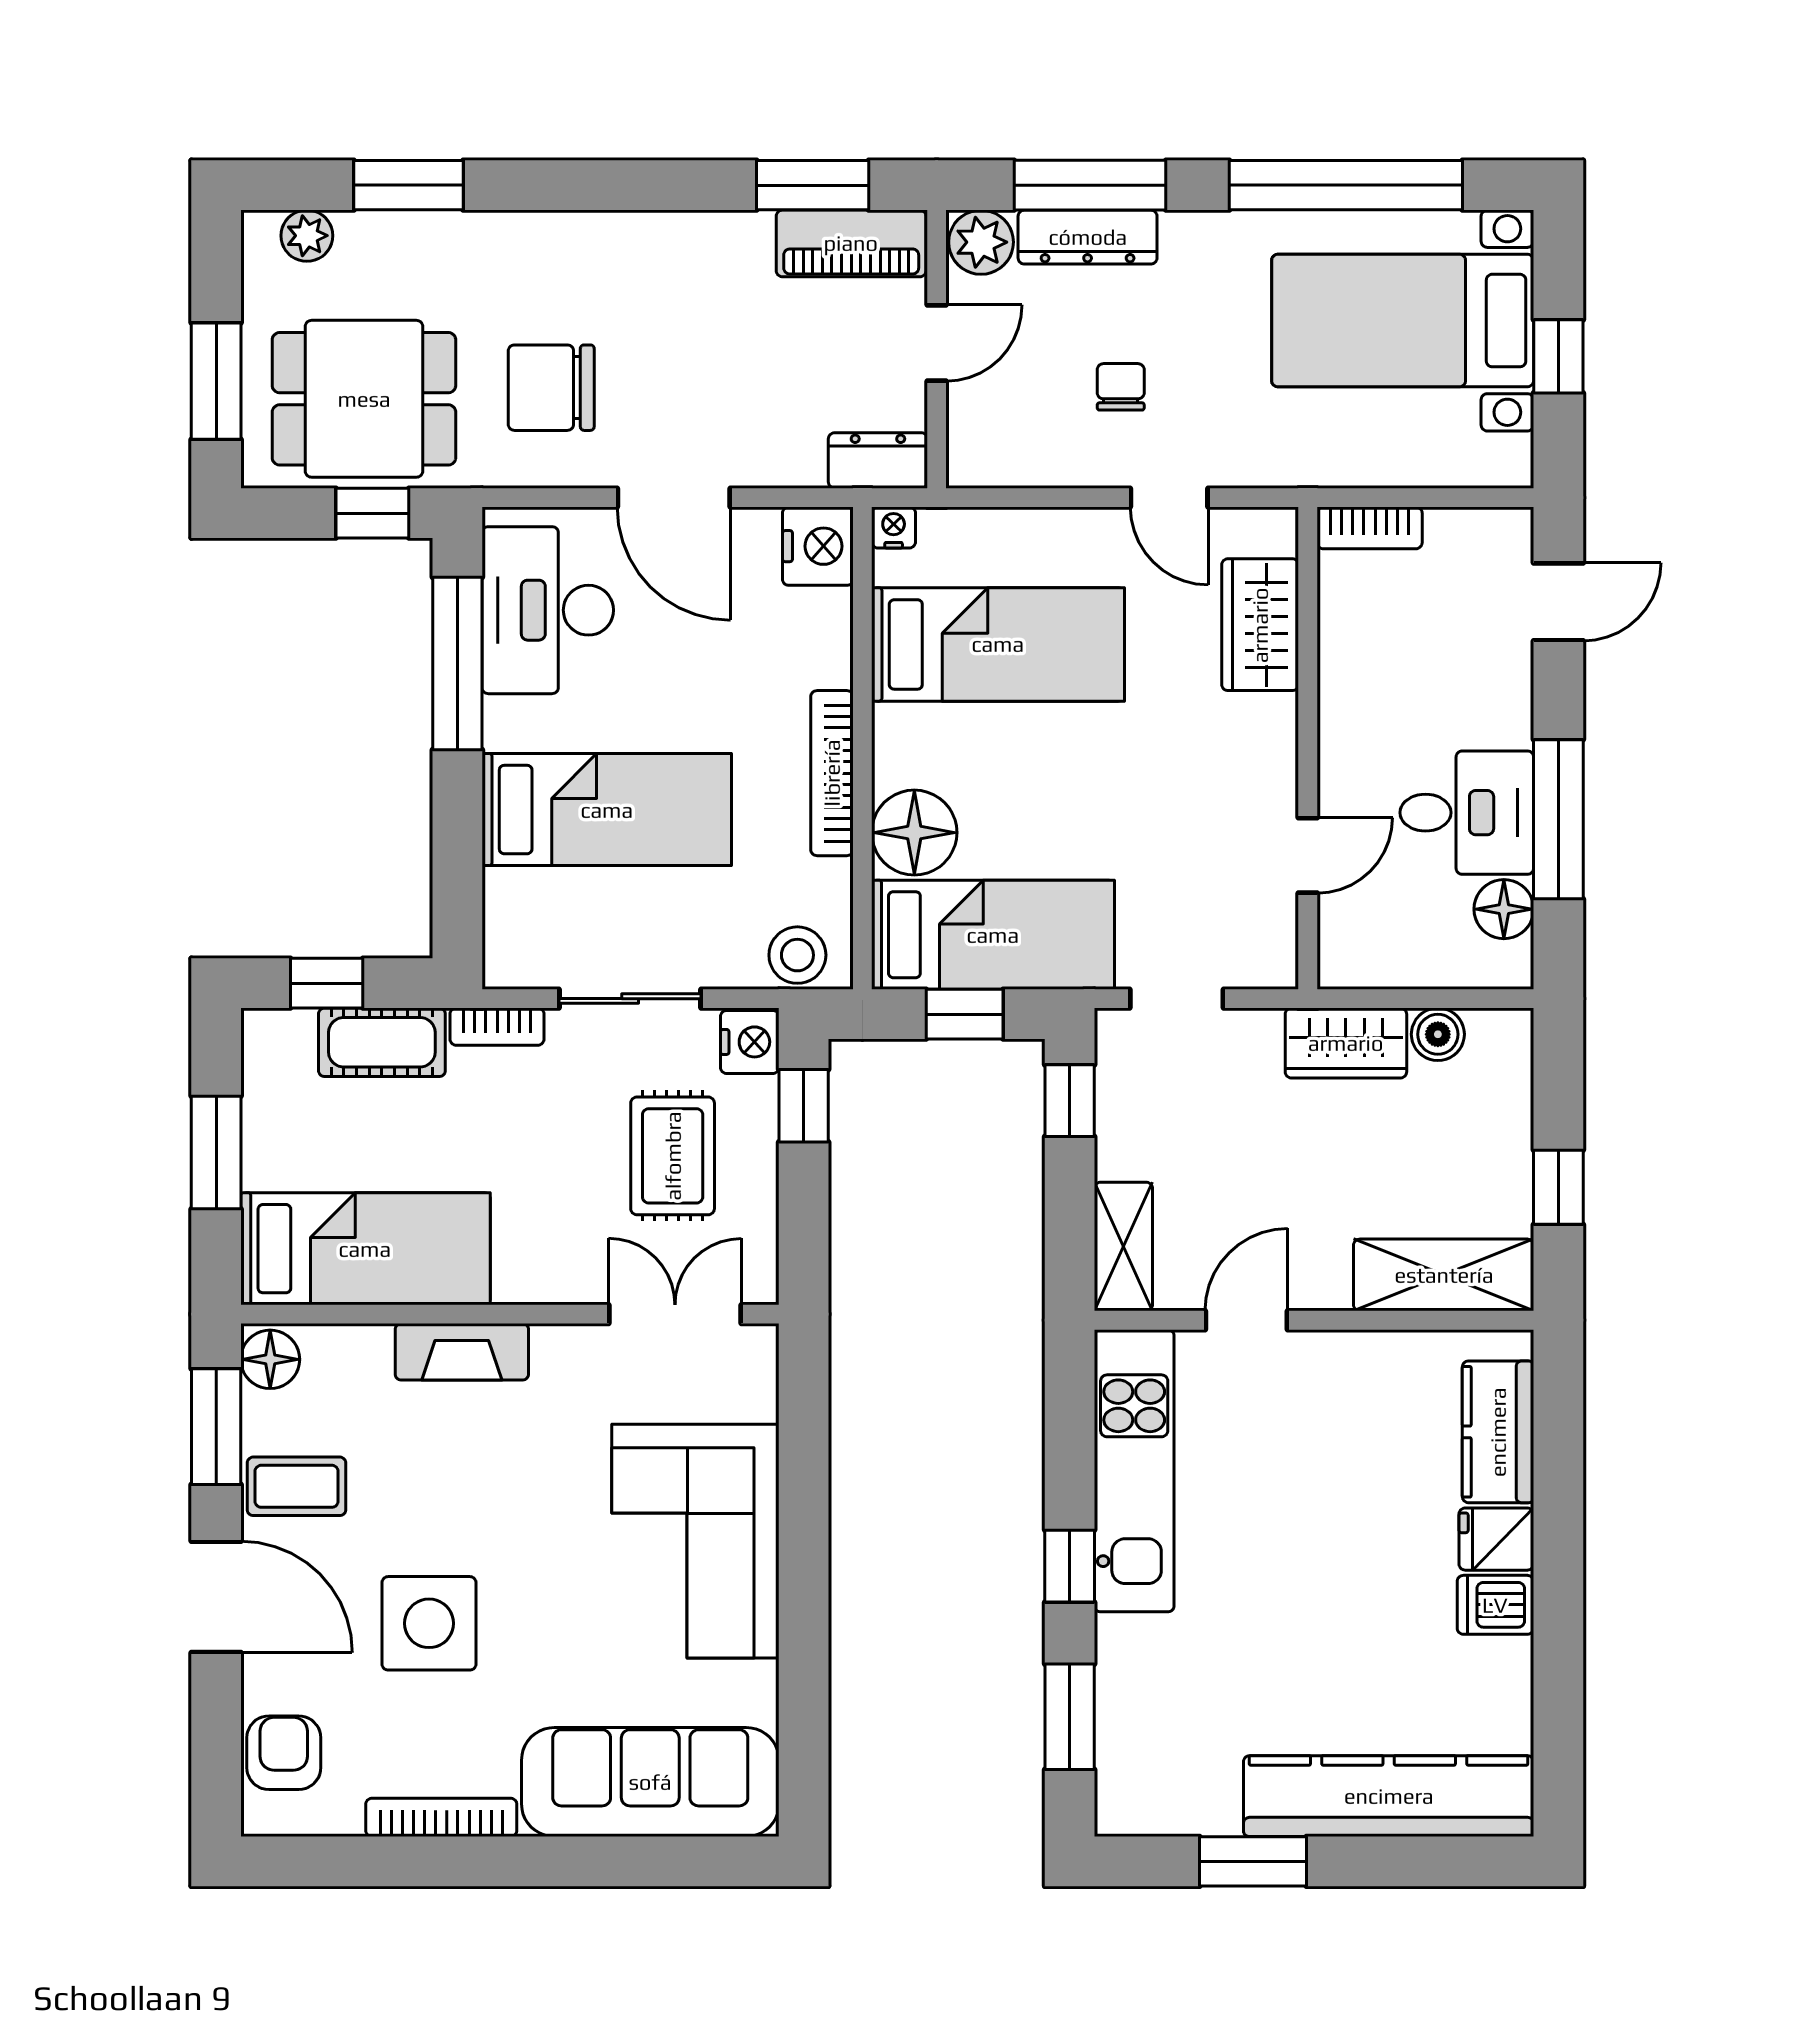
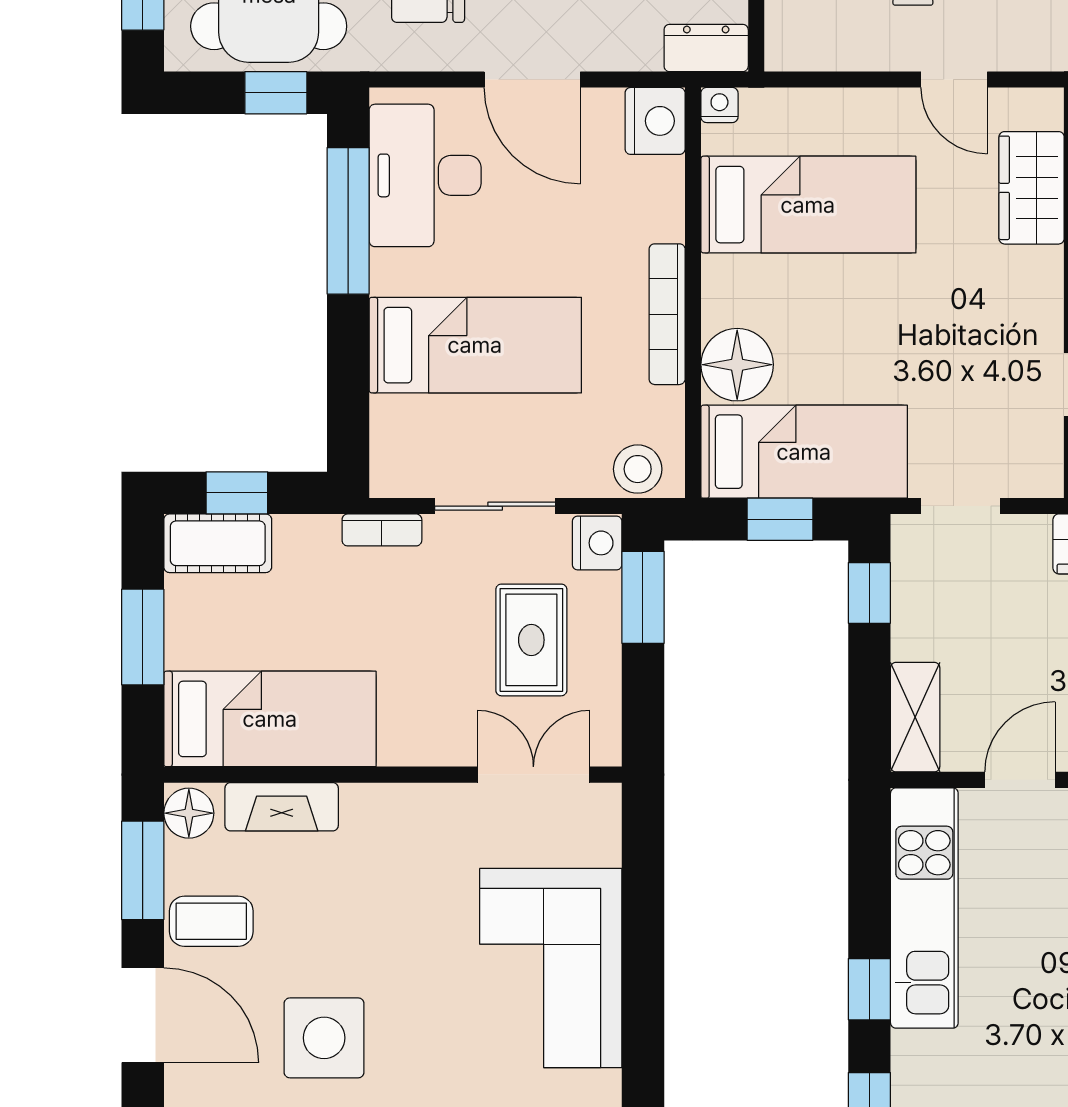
cot: (382, 1042) -> (218, 543), moved
window: (804, 1106) -> (643, 597), width x1.50
fireplace: (462, 1352) -> (282, 807), moved

